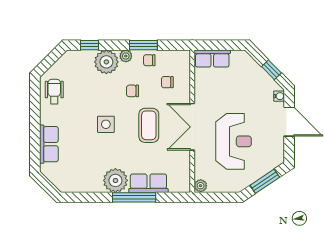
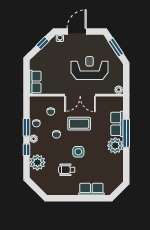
window: (89, 45) -> (26, 150), moved
plant: (106, 62) -> (37, 162), moved
wheelchair: (54, 92) -> (67, 170), moved

